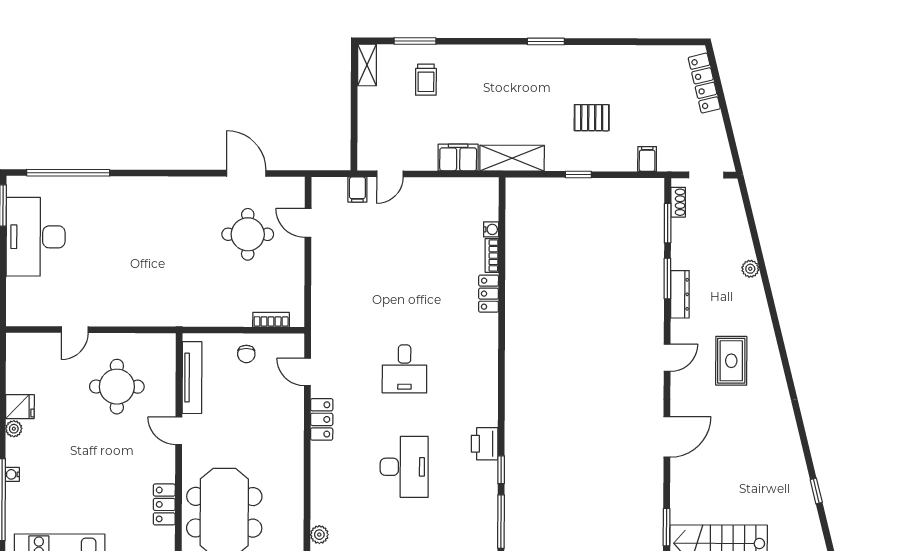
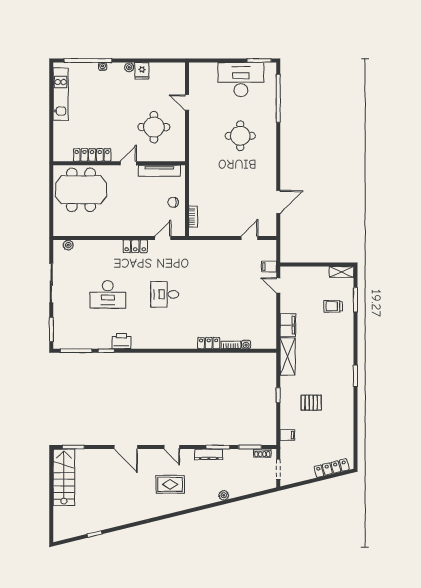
pallet: (592, 118) -> (311, 403), turned 90
round table: (248, 234) -> (240, 136), moved
locker: (164, 504) -> (92, 155), width x1.53

